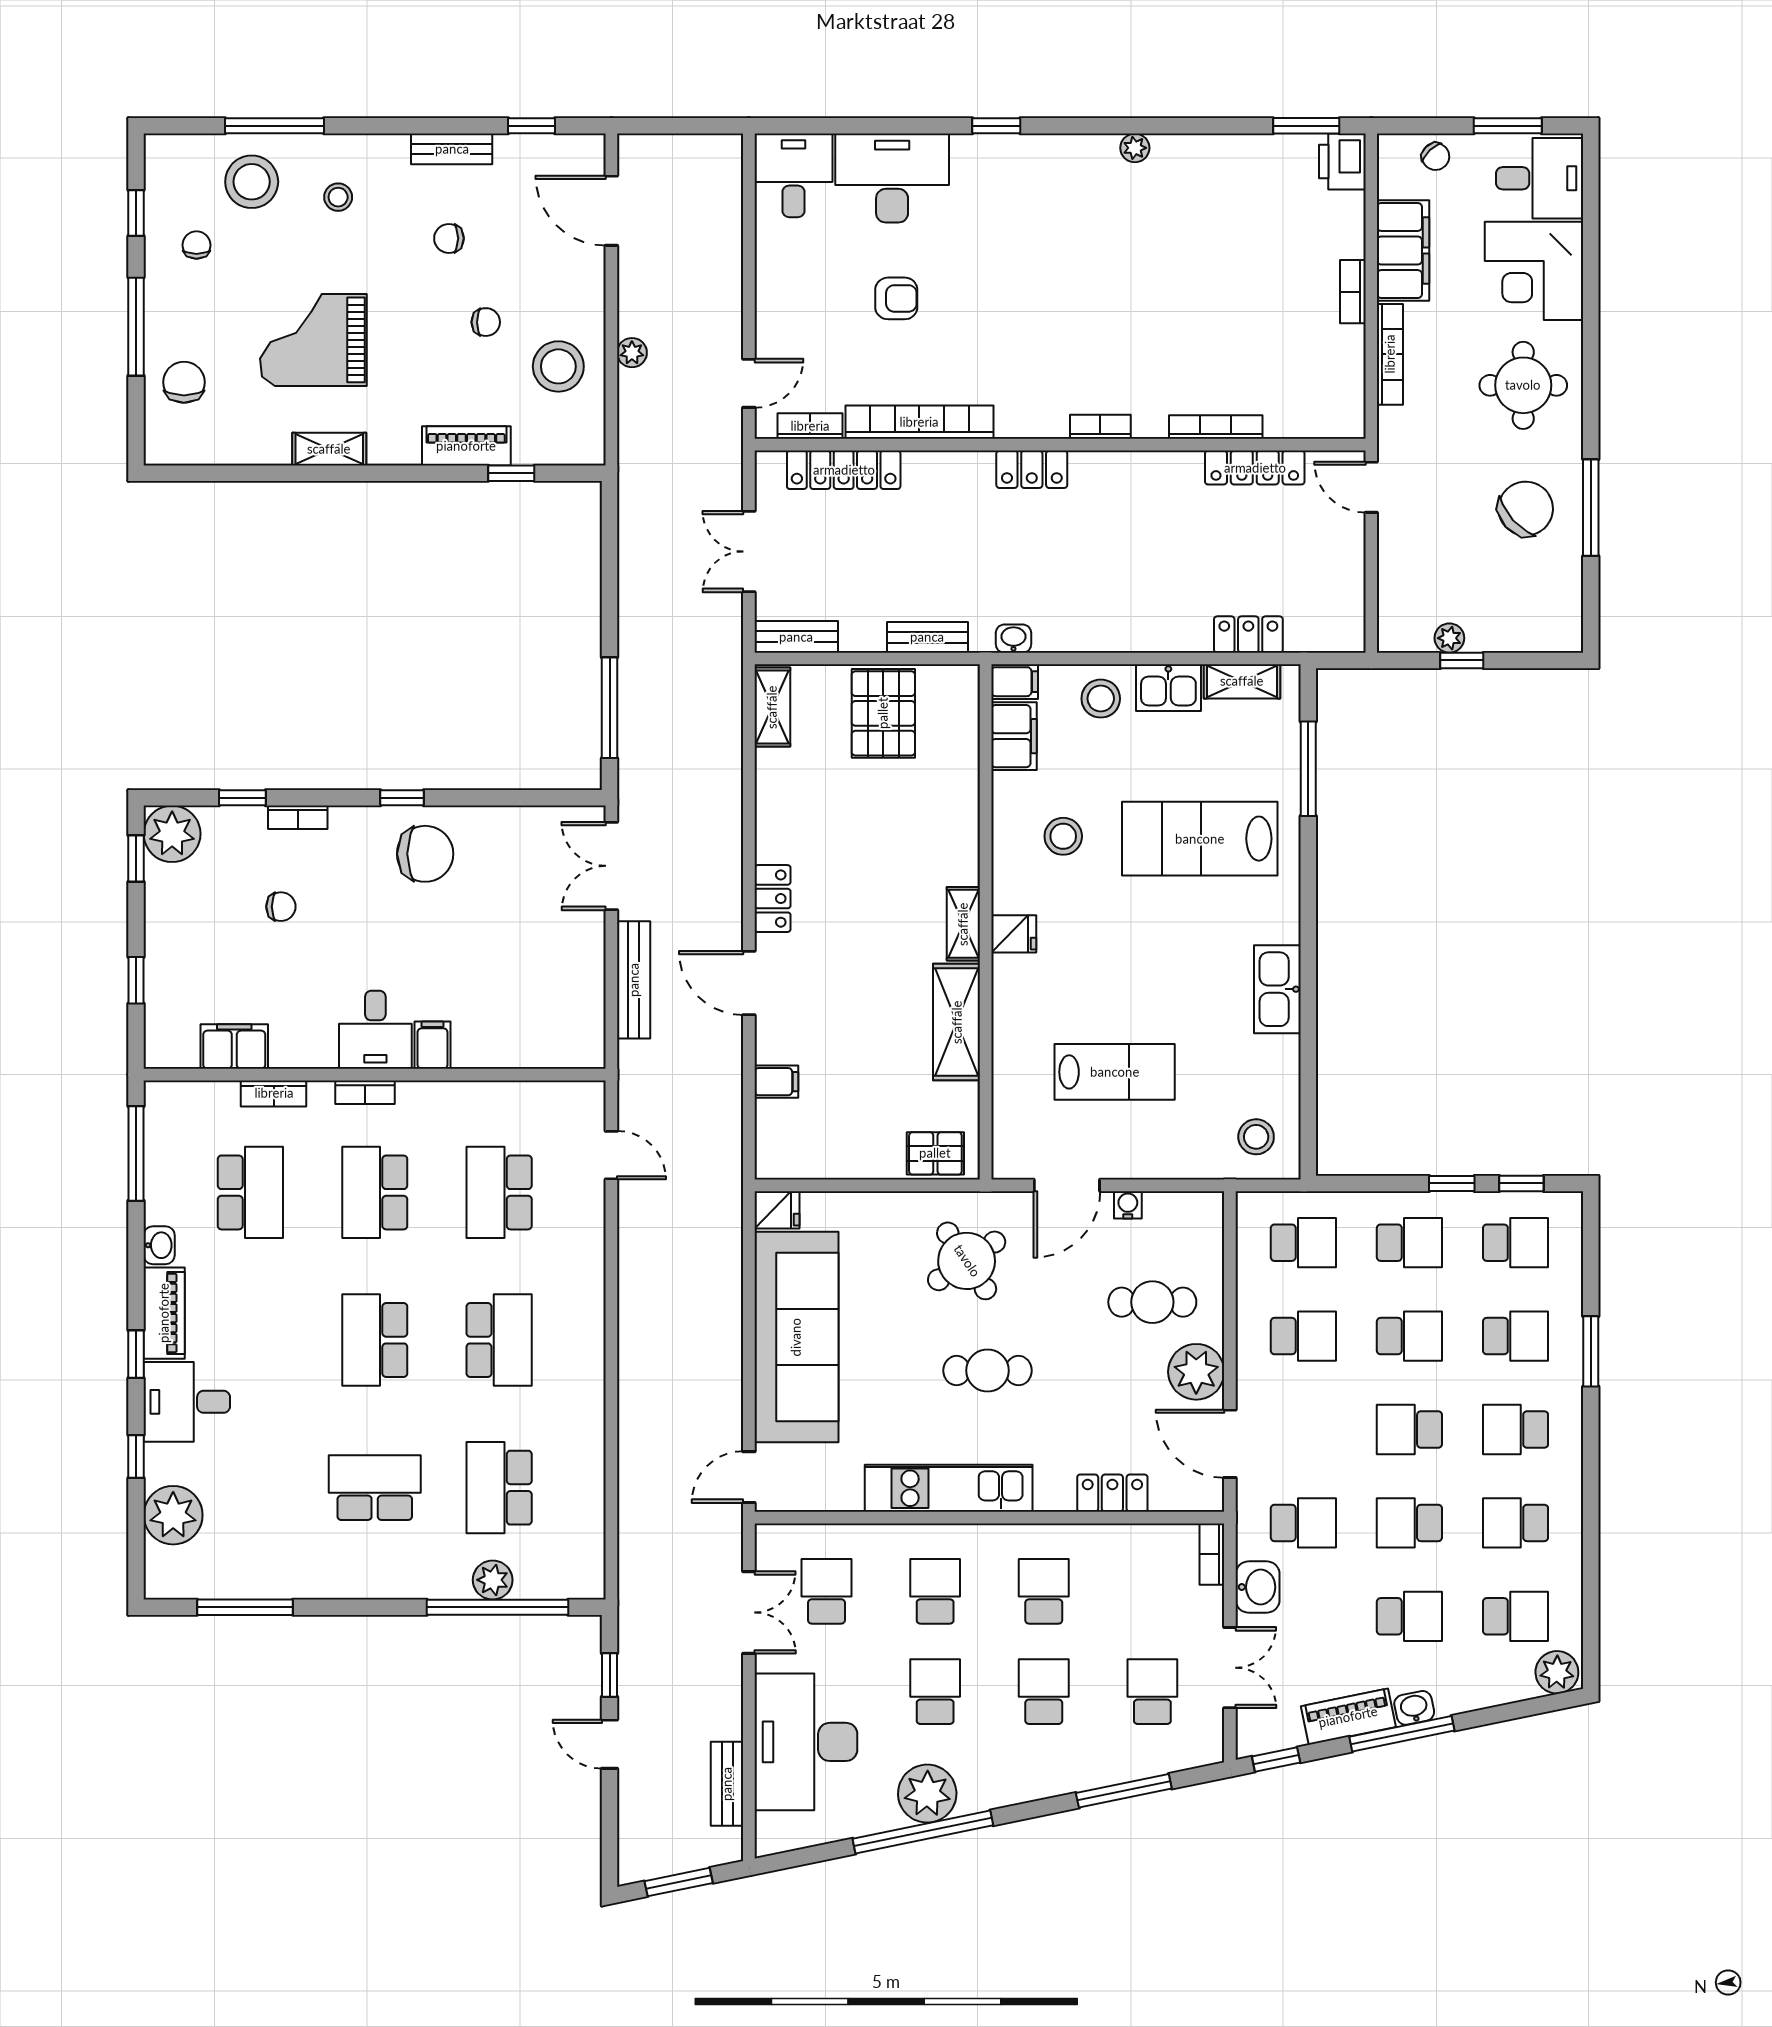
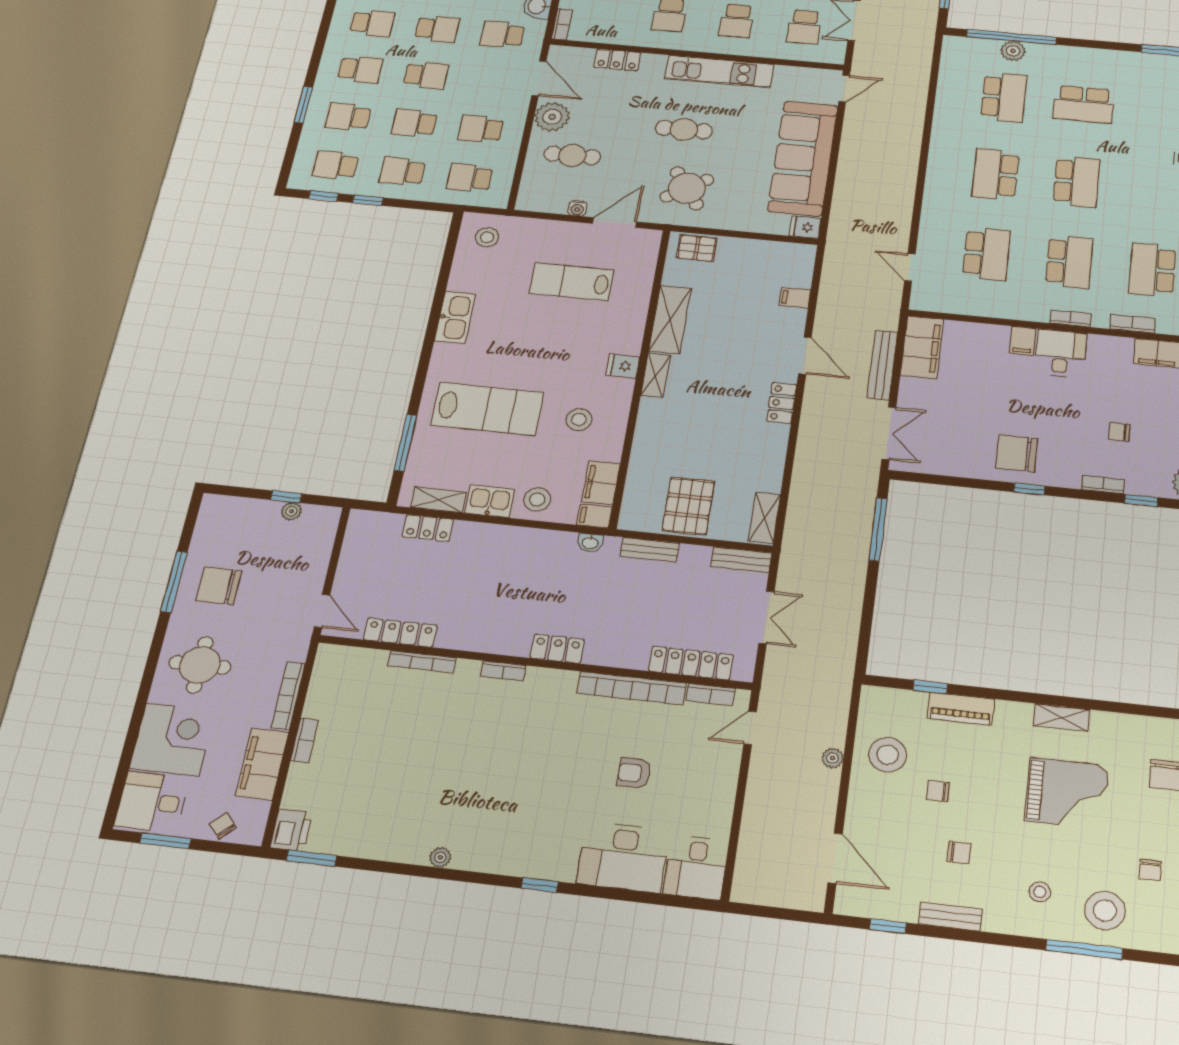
chair: (1526, 509) -> (219, 586), turned 42
filing cabinet: (579, 1017) -> (922, 347), added

